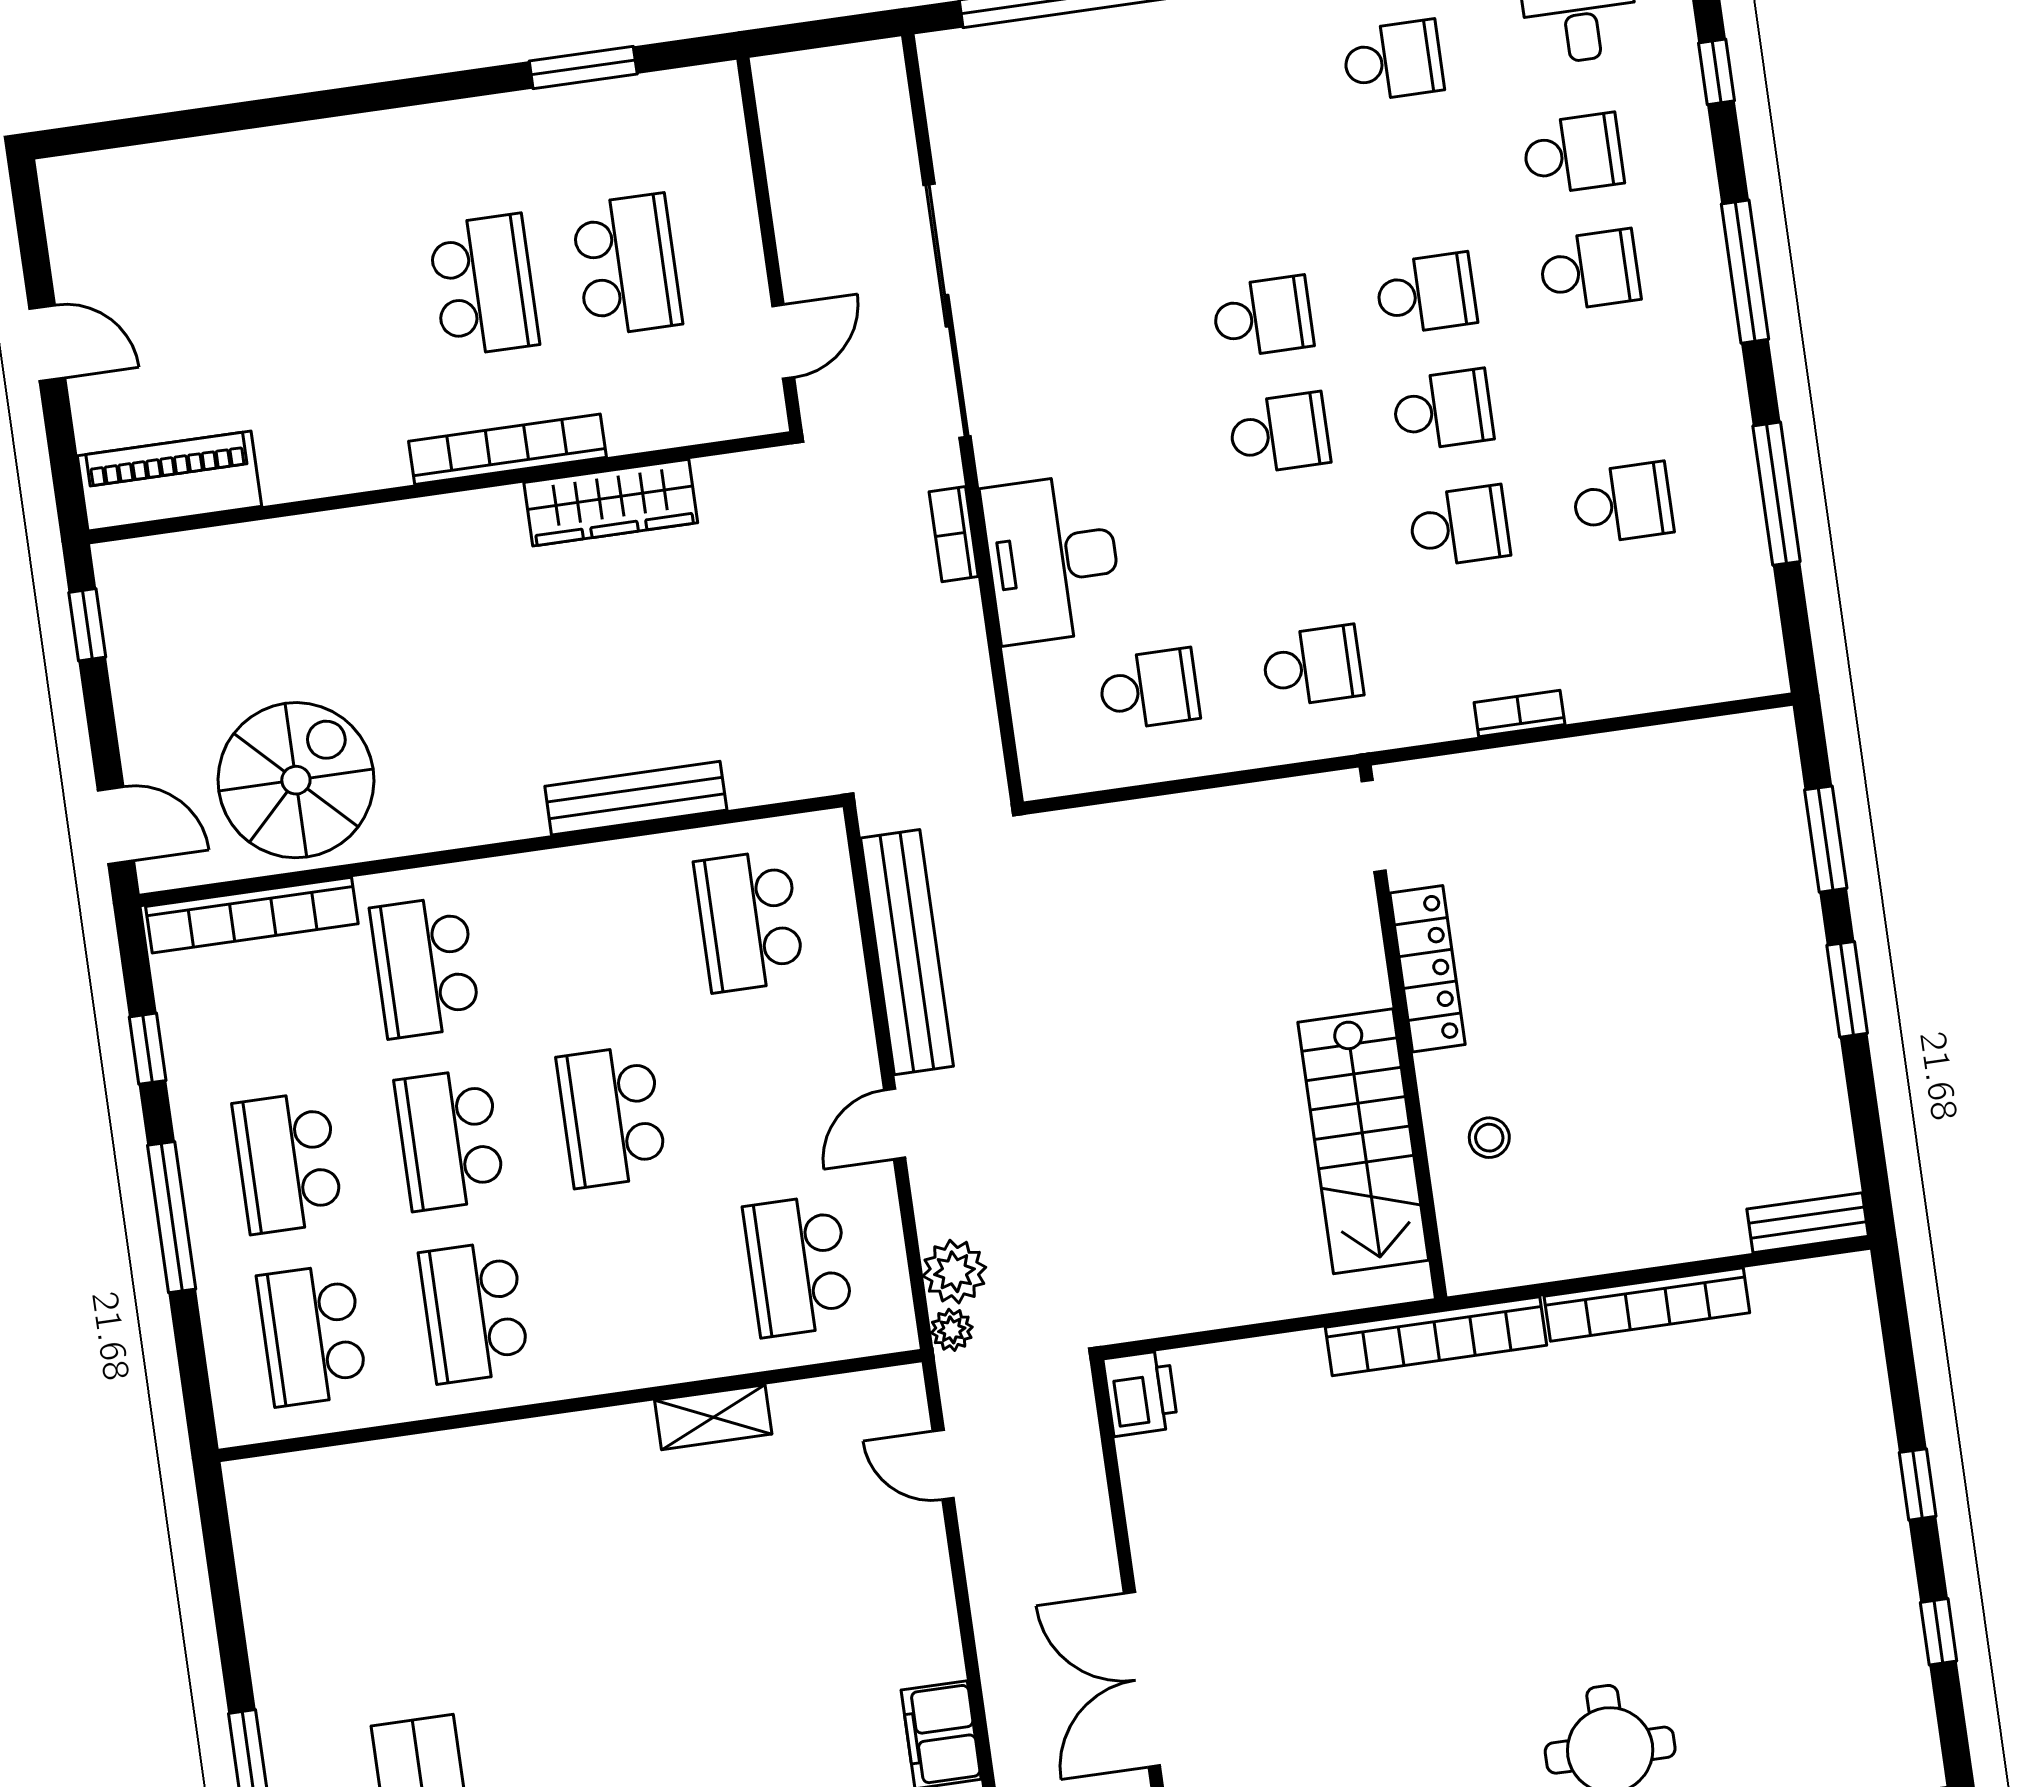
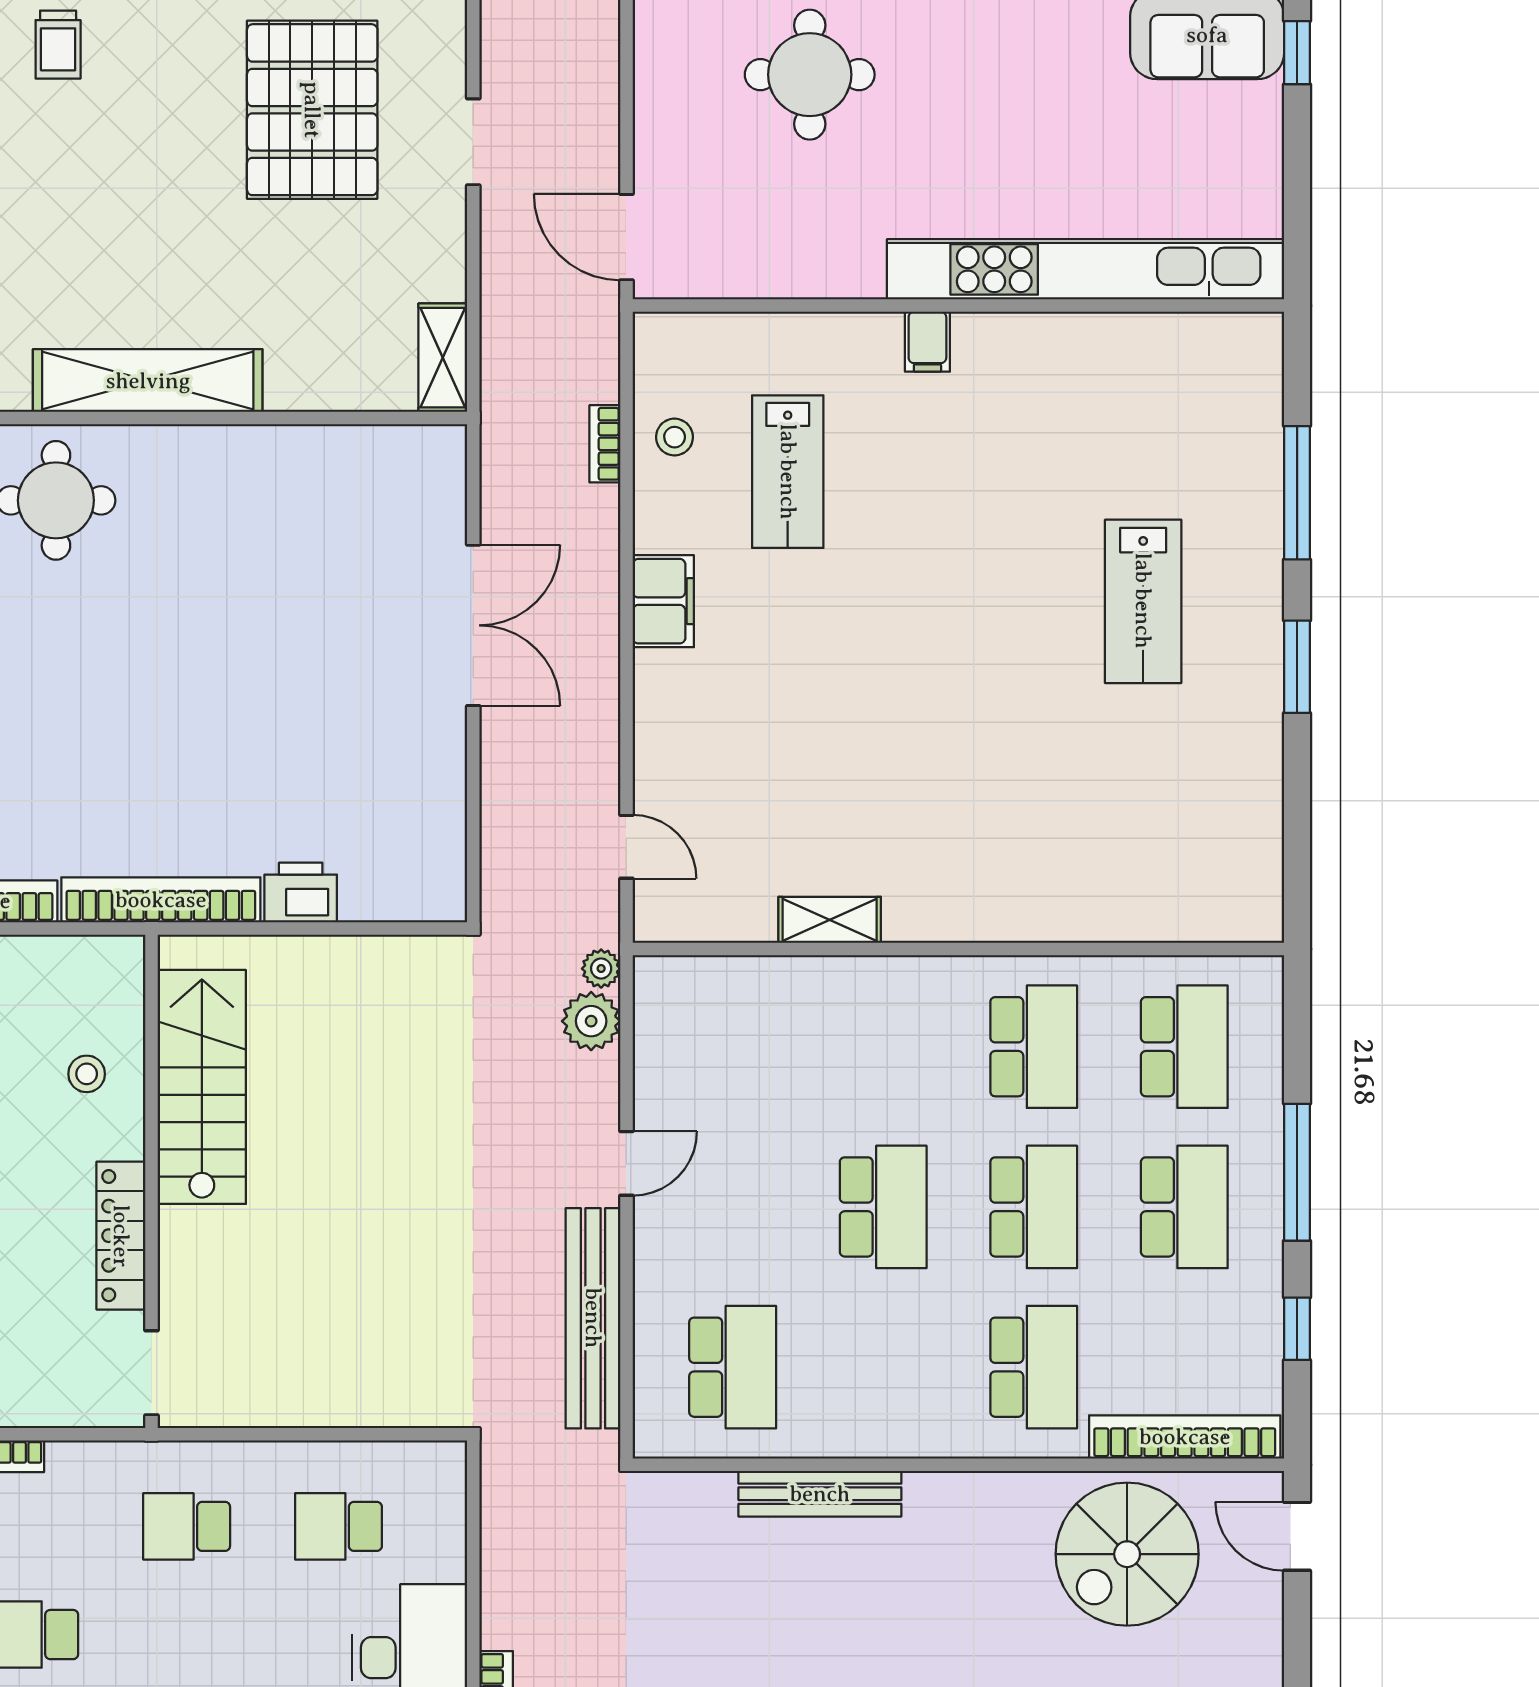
school desk: (798, 1266) -> (733, 1047), removed
printer: (1141, 1393) -> (301, 893), moved, turned 90

